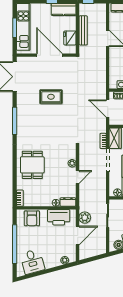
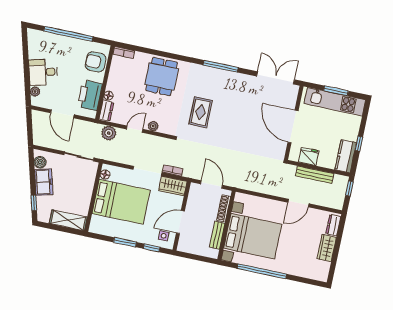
door: (49, 55) -> (293, 127), swing flipped
rug: (51, 97) -> (201, 112), moved
door: (108, 109) -> (211, 185), hinge flipped
dining table: (32, 165) -> (162, 76), turned 90
door: (78, 177) -> (135, 129), swing flipped
plant: (85, 218) -> (109, 133), moved
desk: (32, 262) -> (43, 72), moved

